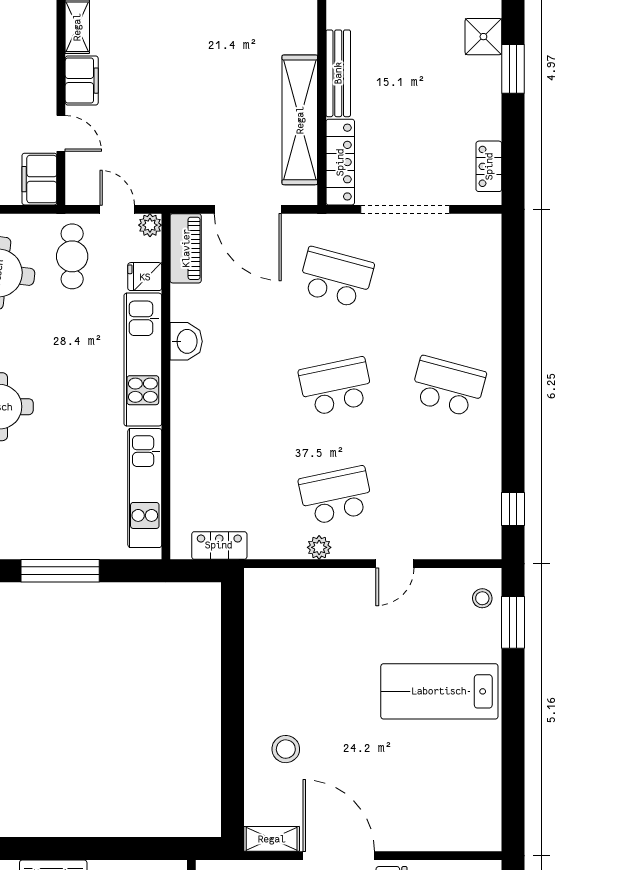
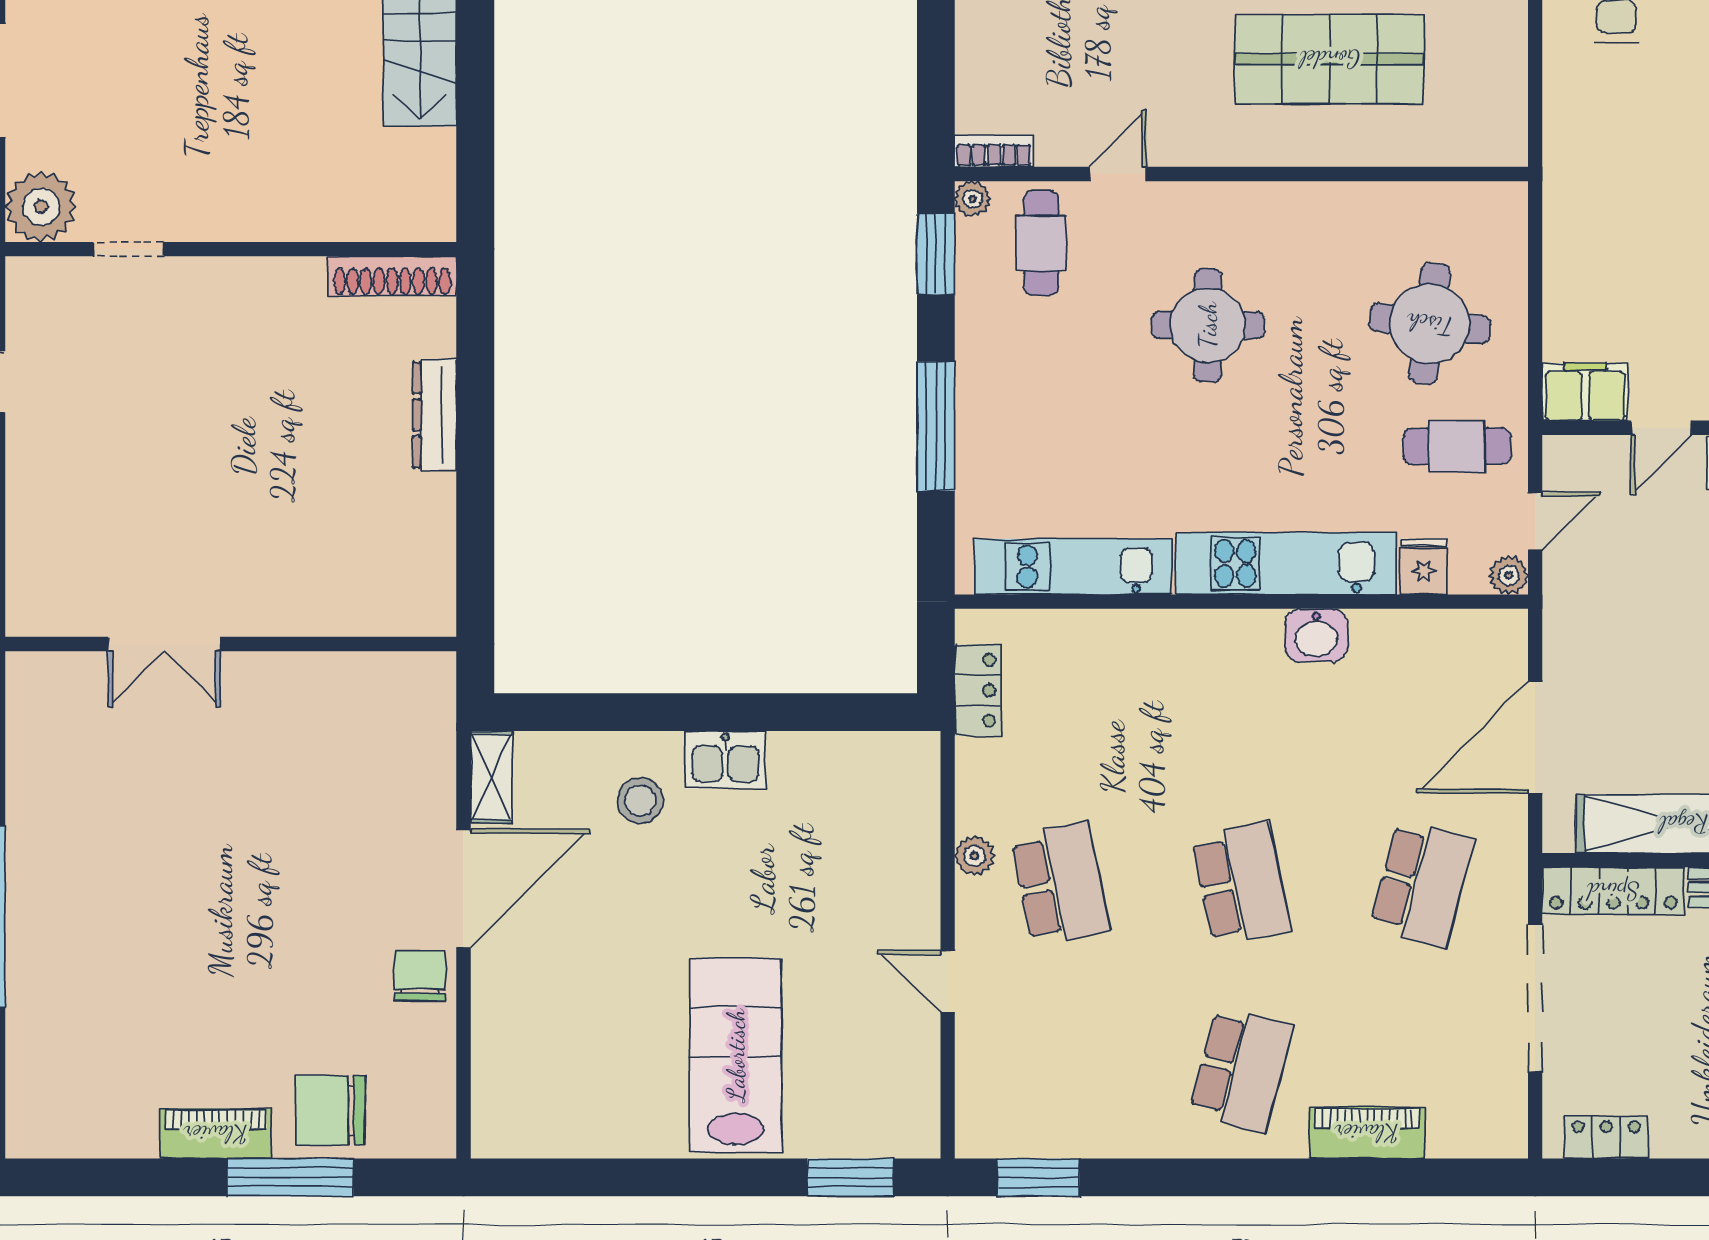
piano: (186, 248) -> (1367, 1133), moved, turned 180
window: (513, 509) -> (1038, 1177), width x1.50
stool: (482, 598) -> (890, 1126), removed
kitchen sink: (261, 698) -> (725, 760), added

